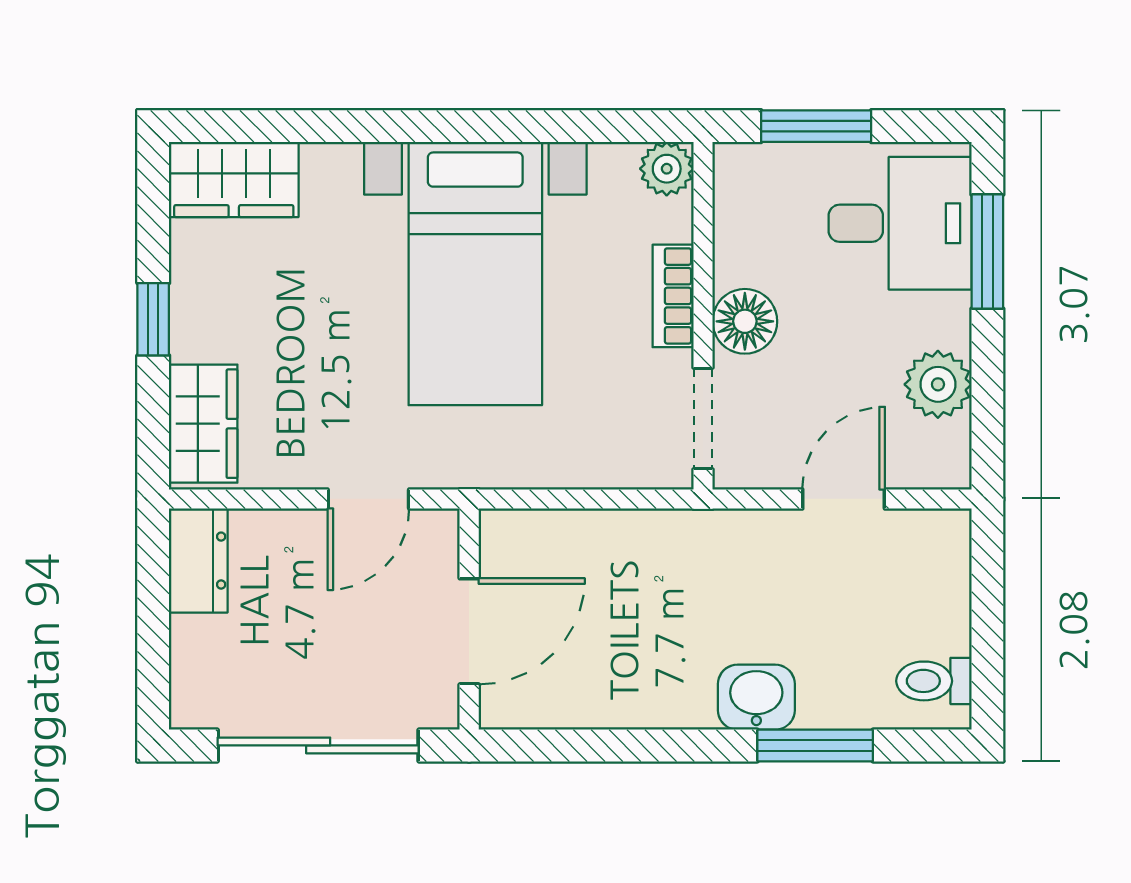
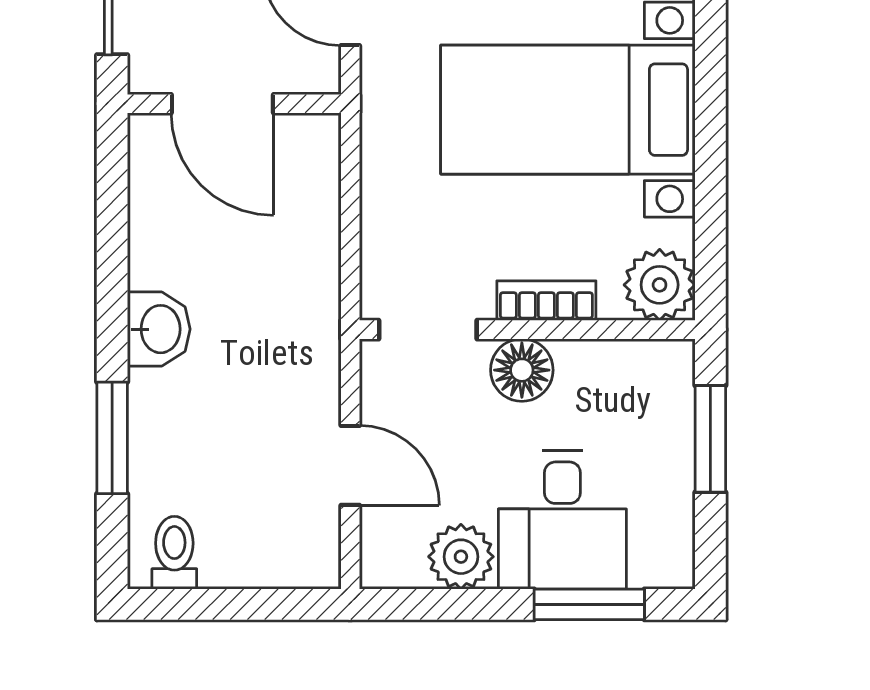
plant: (667, 169) -> (660, 285), width x1.38, depth x1.38
desk: (900, 223) -> (562, 520), moved
washbasin: (756, 697) -> (159, 329), moved

